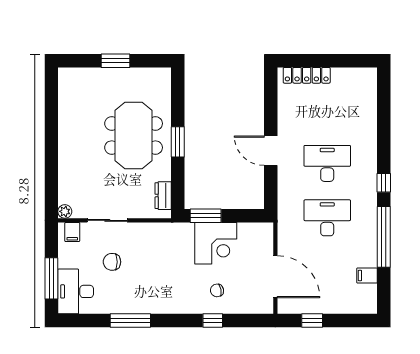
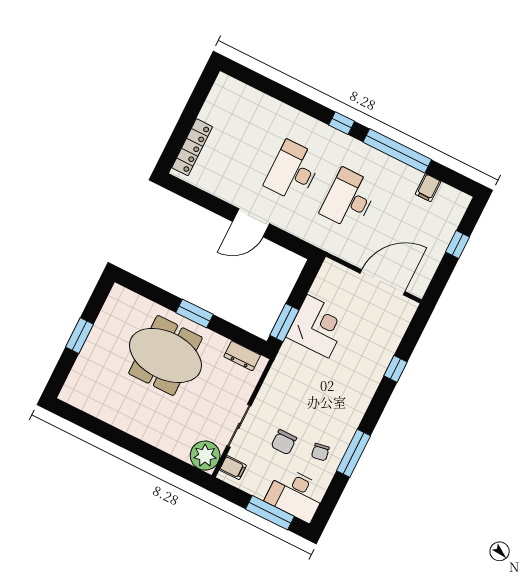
plant: (65, 211) -> (205, 456), width x1.87, depth x1.87
chair: (217, 290) -> (320, 452), moved
window: (312, 321) -> (458, 245), moved

